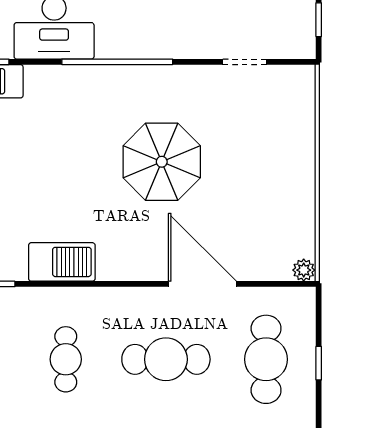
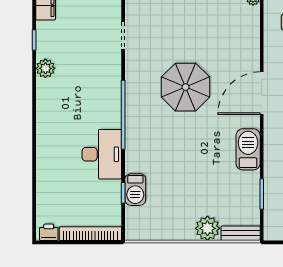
door: (202, 284) -> (262, 93), moved

